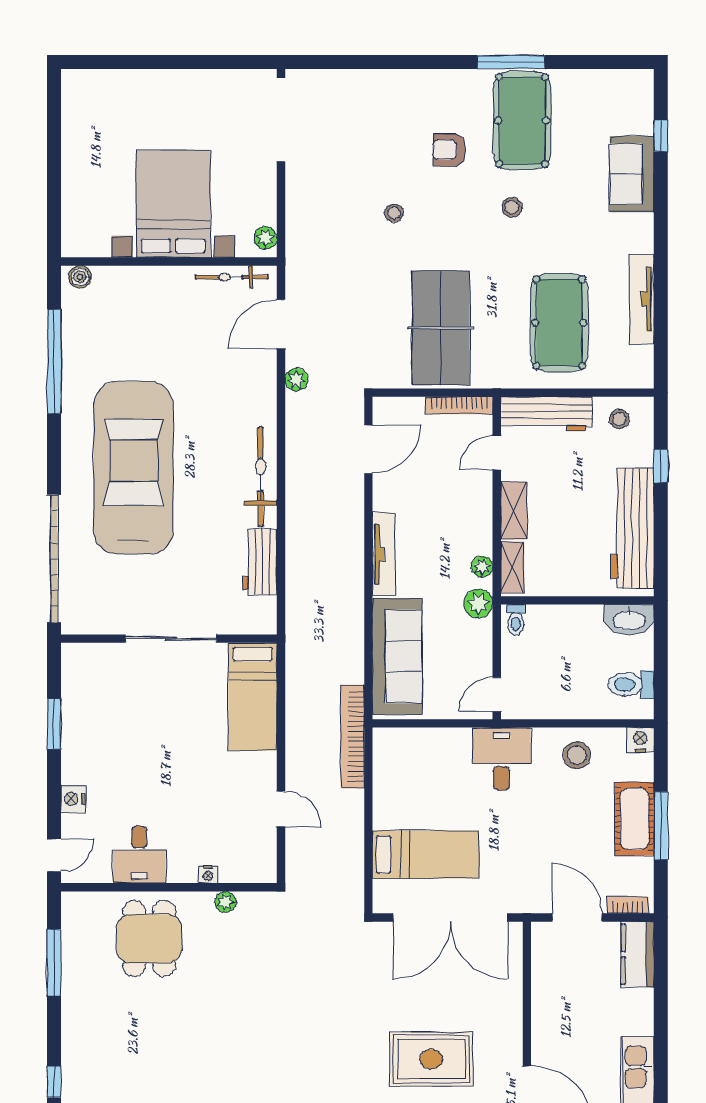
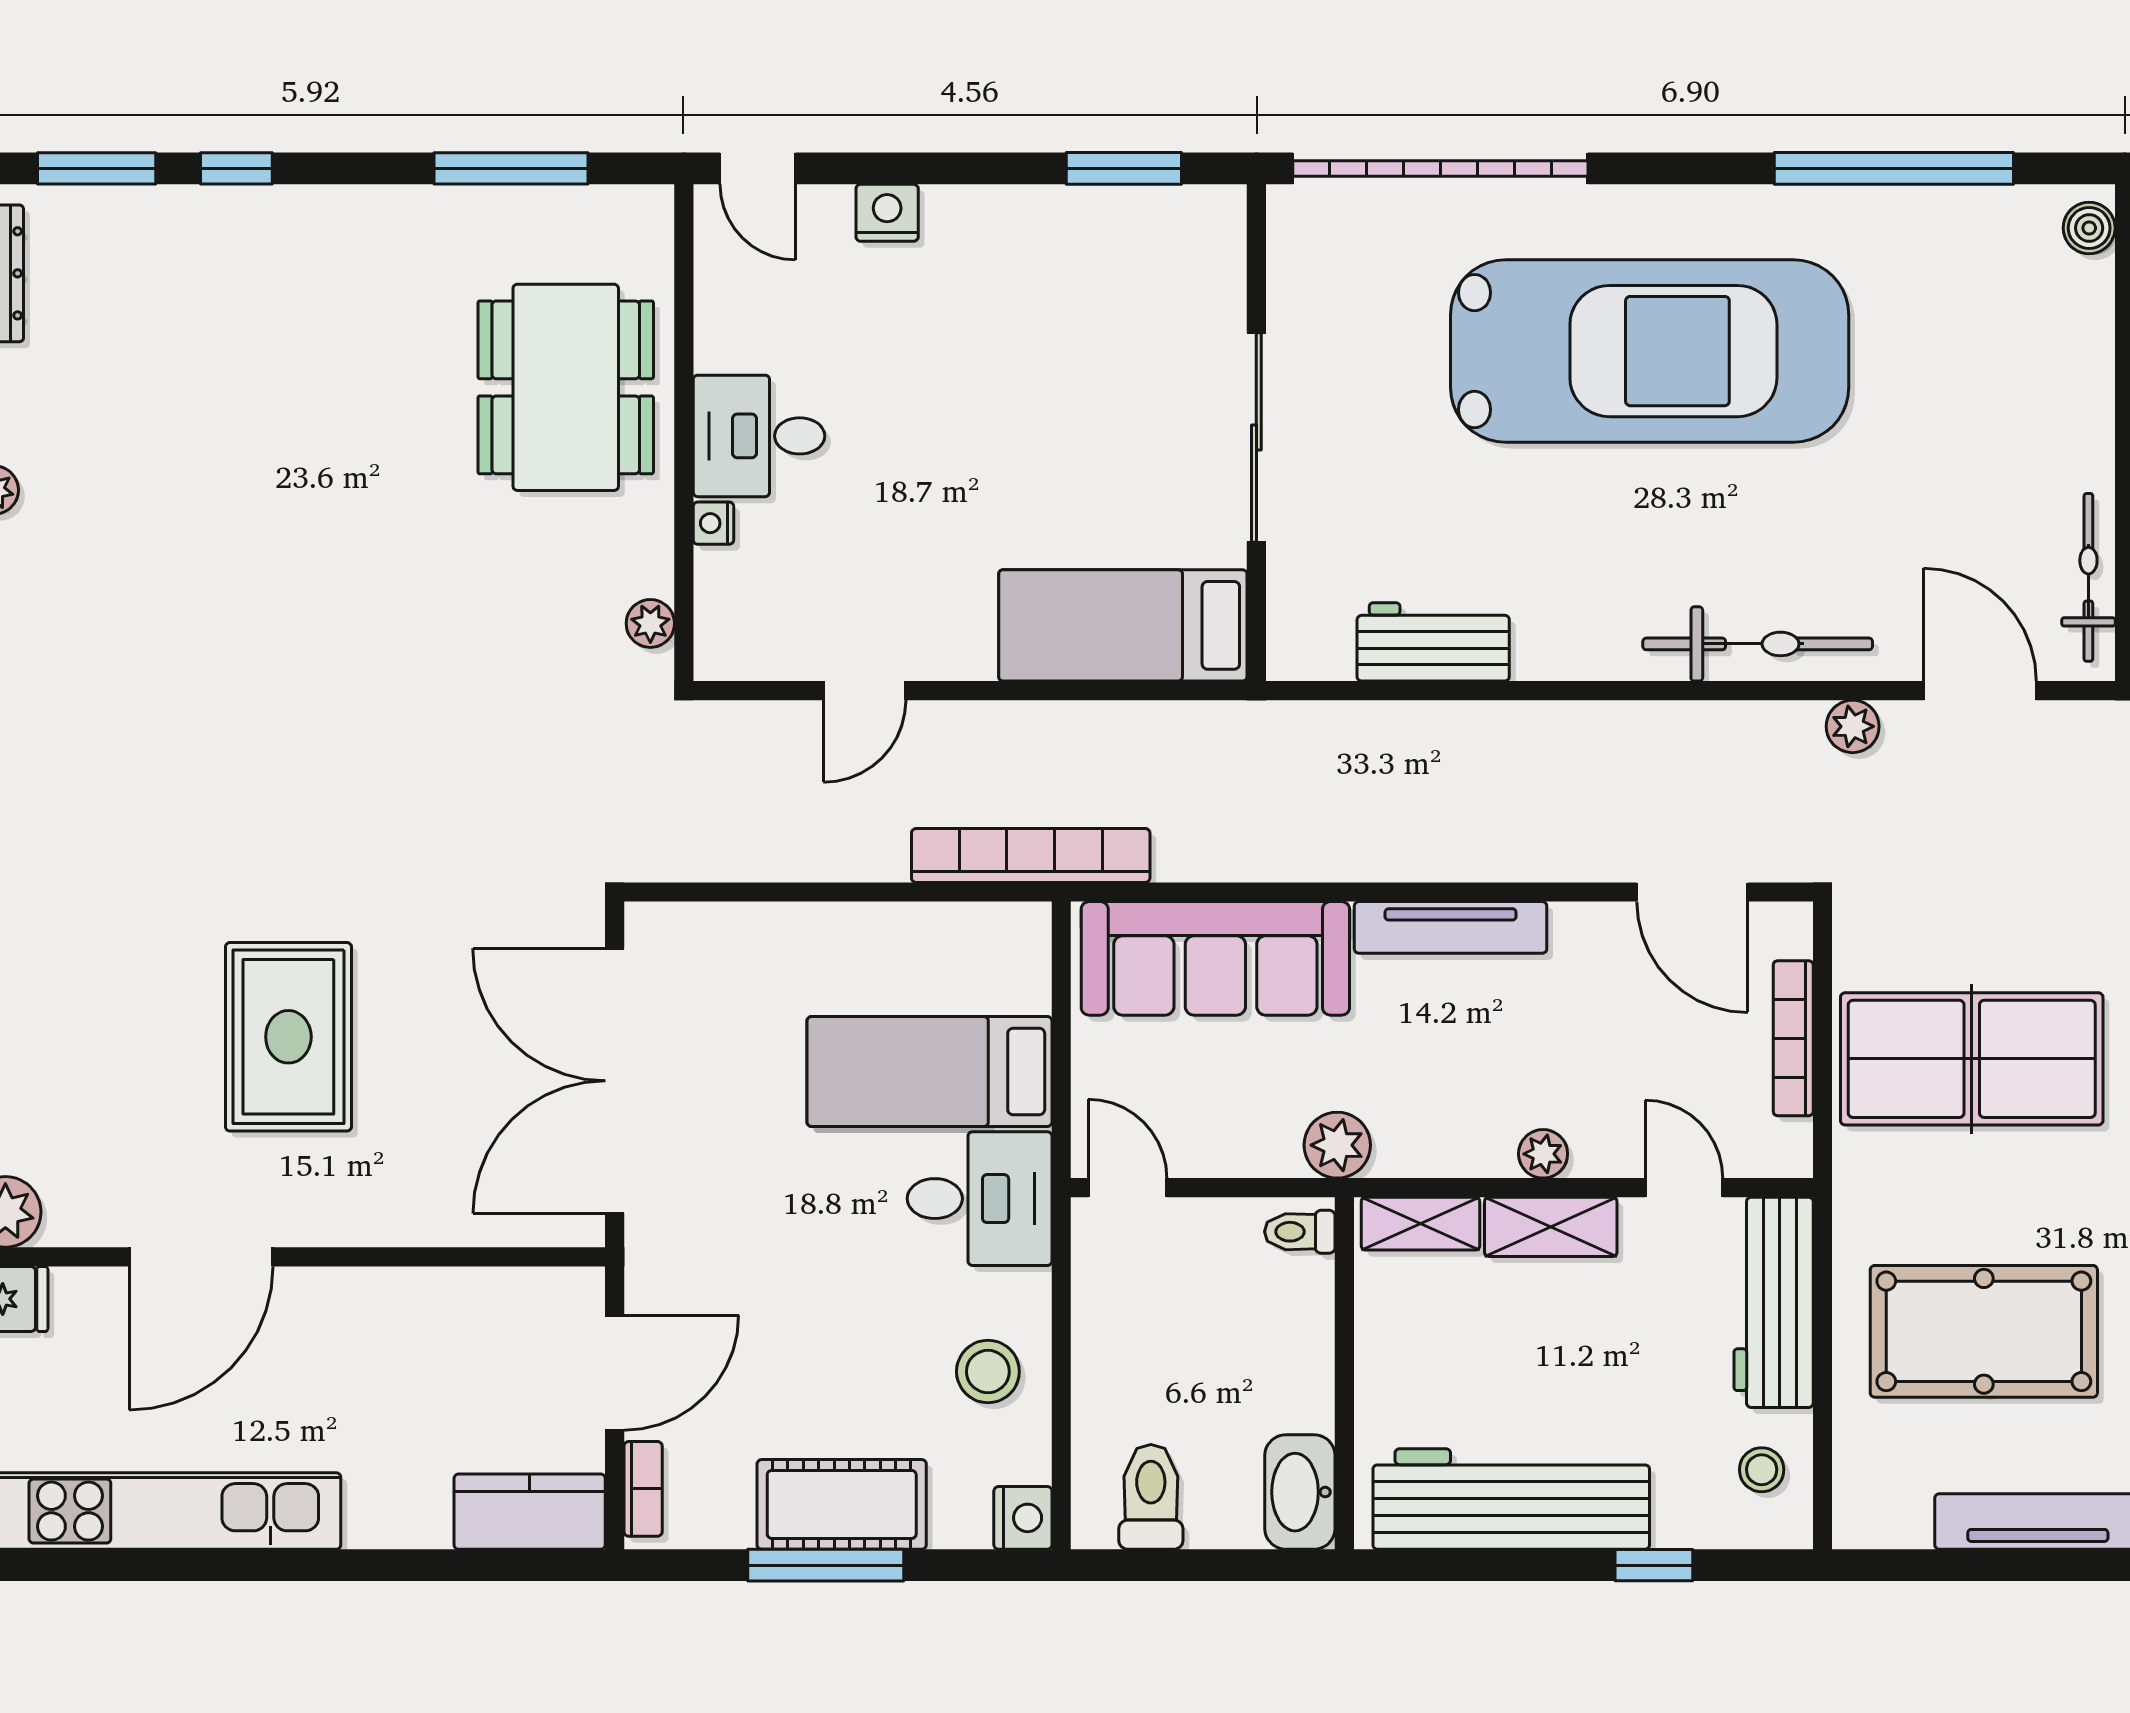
bookcase: (459, 405) -> (1793, 1038), moved
bicycle: (261, 477) -> (1758, 644), moved
plant: (482, 567) -> (1543, 1154), moved
window: (54, 724) -> (1124, 168), moved
bed: (426, 854) -> (929, 1072), moved, turned 90
desk: (139, 855) -> (759, 436), moved
plant: (225, 902) -> (650, 623), moved
dining table: (149, 939) -> (566, 387), width x1.38

